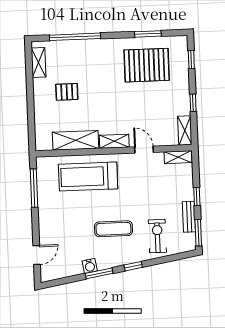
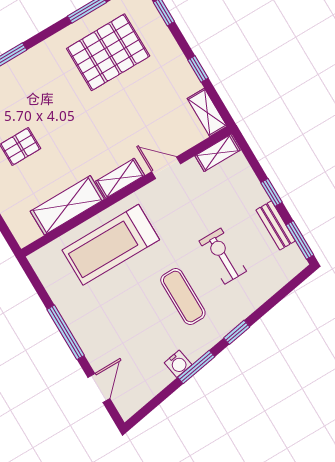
window: (34, 188) -> (66, 332), moved
exercise mat: (113, 229) -> (183, 297), turned 90
exercise bike: (157, 236) -> (223, 256), moved

